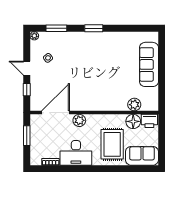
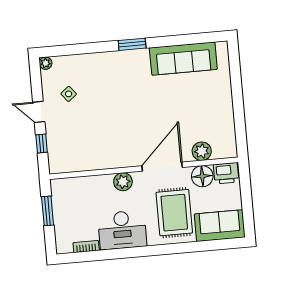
window: (56, 28) -> (77, 49), removed
sofa: (149, 64) -> (183, 59), moved, turned -90
door: (55, 113) -> (162, 167), moved

